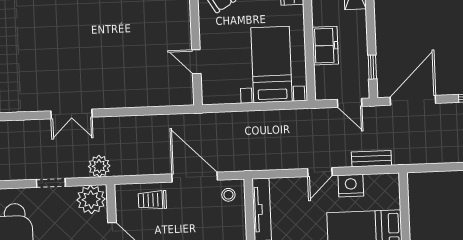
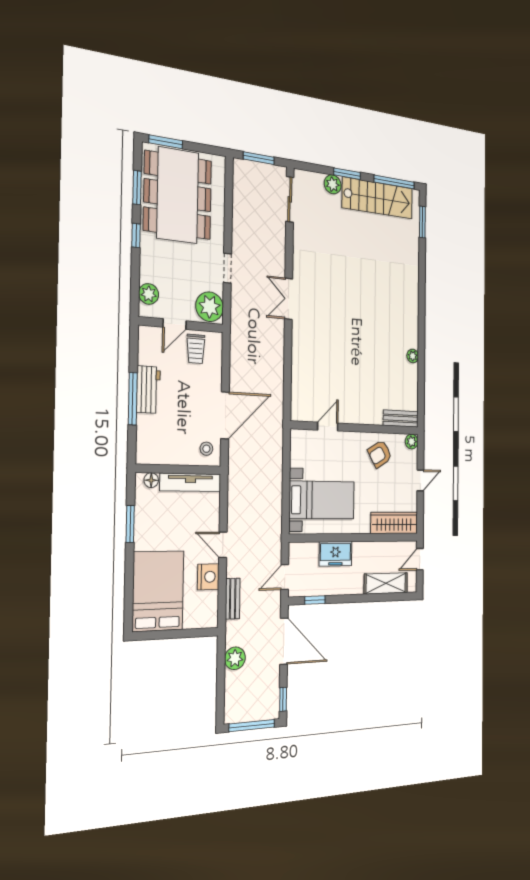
plant: (99, 166) -> (235, 658), moved
trolley: (152, 200) -> (196, 349), moved, turned 180

